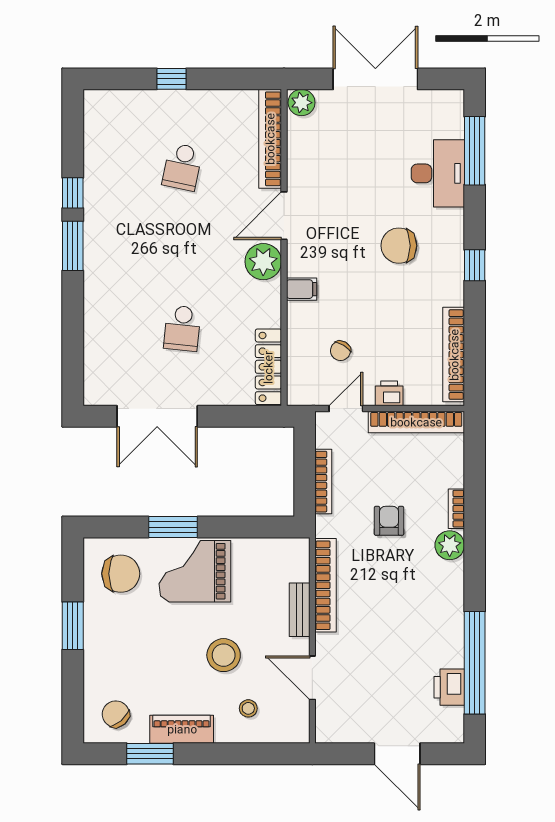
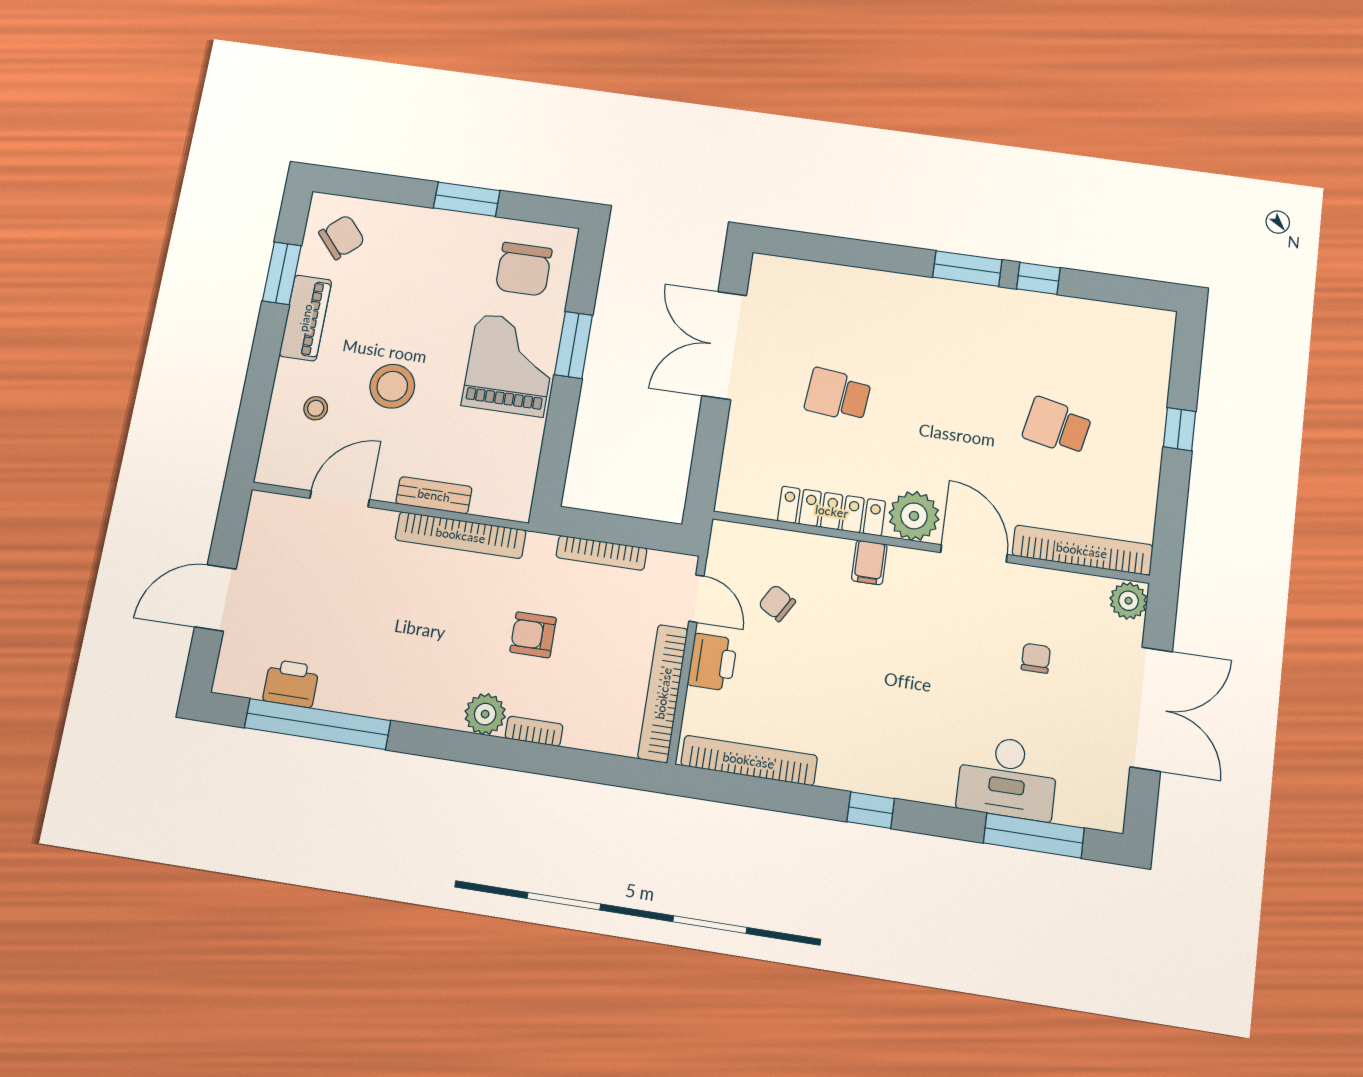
chair: (399, 246) -> (1036, 658), moved, width x0.54, depth x0.54
locker: (268, 367) -> (832, 511), moved
printer: (389, 393) -> (712, 662), width x1.36, depth x1.24
armchair: (389, 521) -> (533, 635), turned 180

